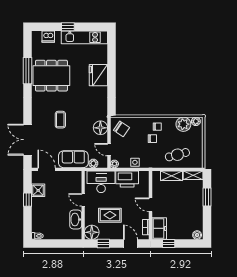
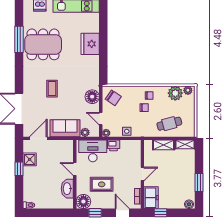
door: (47, 169) -> (38, 138), hinge flipped
printer: (127, 179) -> (114, 145), width x0.53, depth x0.68
window: (207, 197) -> (199, 183), moved
door: (151, 205) -> (142, 174), swing flipped

